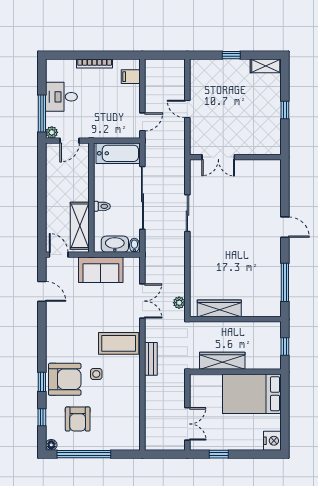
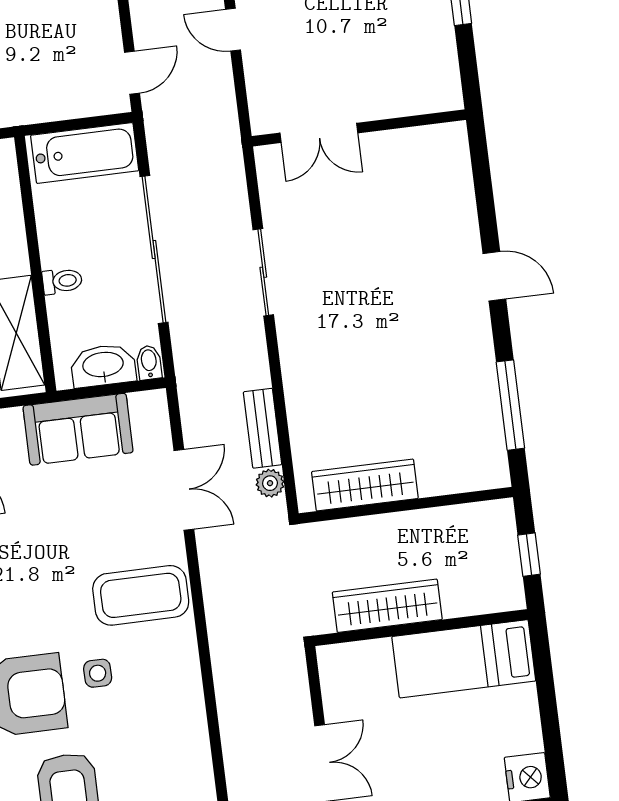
bench: (151, 359) -> (263, 428), moved
bed: (252, 394) -> (464, 659), width x0.67

